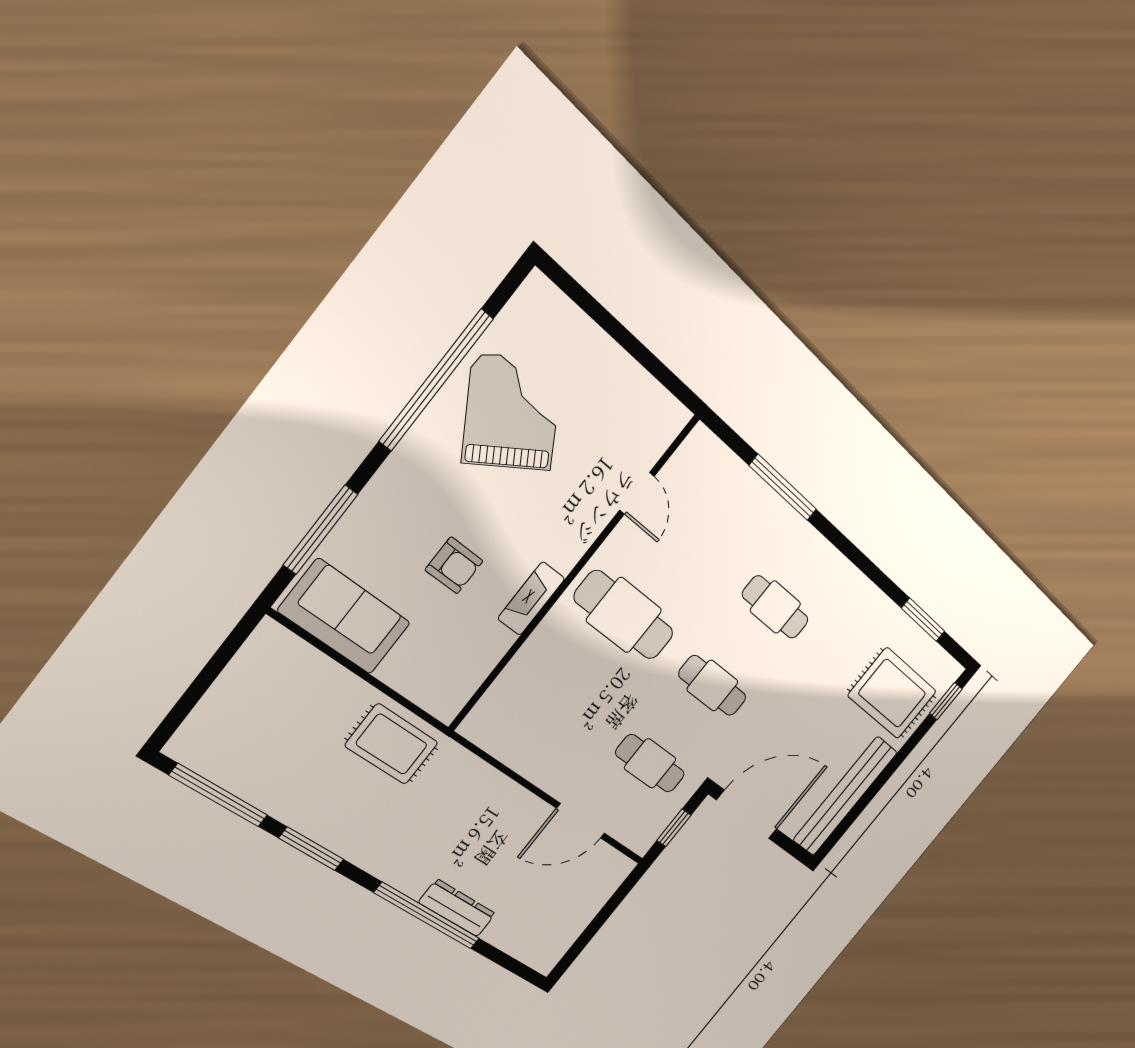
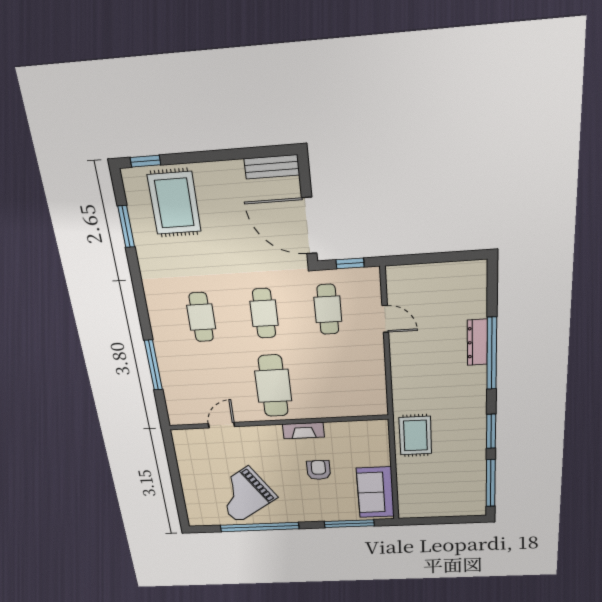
bench: (845, 796) -> (272, 167), width x0.54, depth x0.82
door: (581, 821) -> (385, 319), width x0.73

